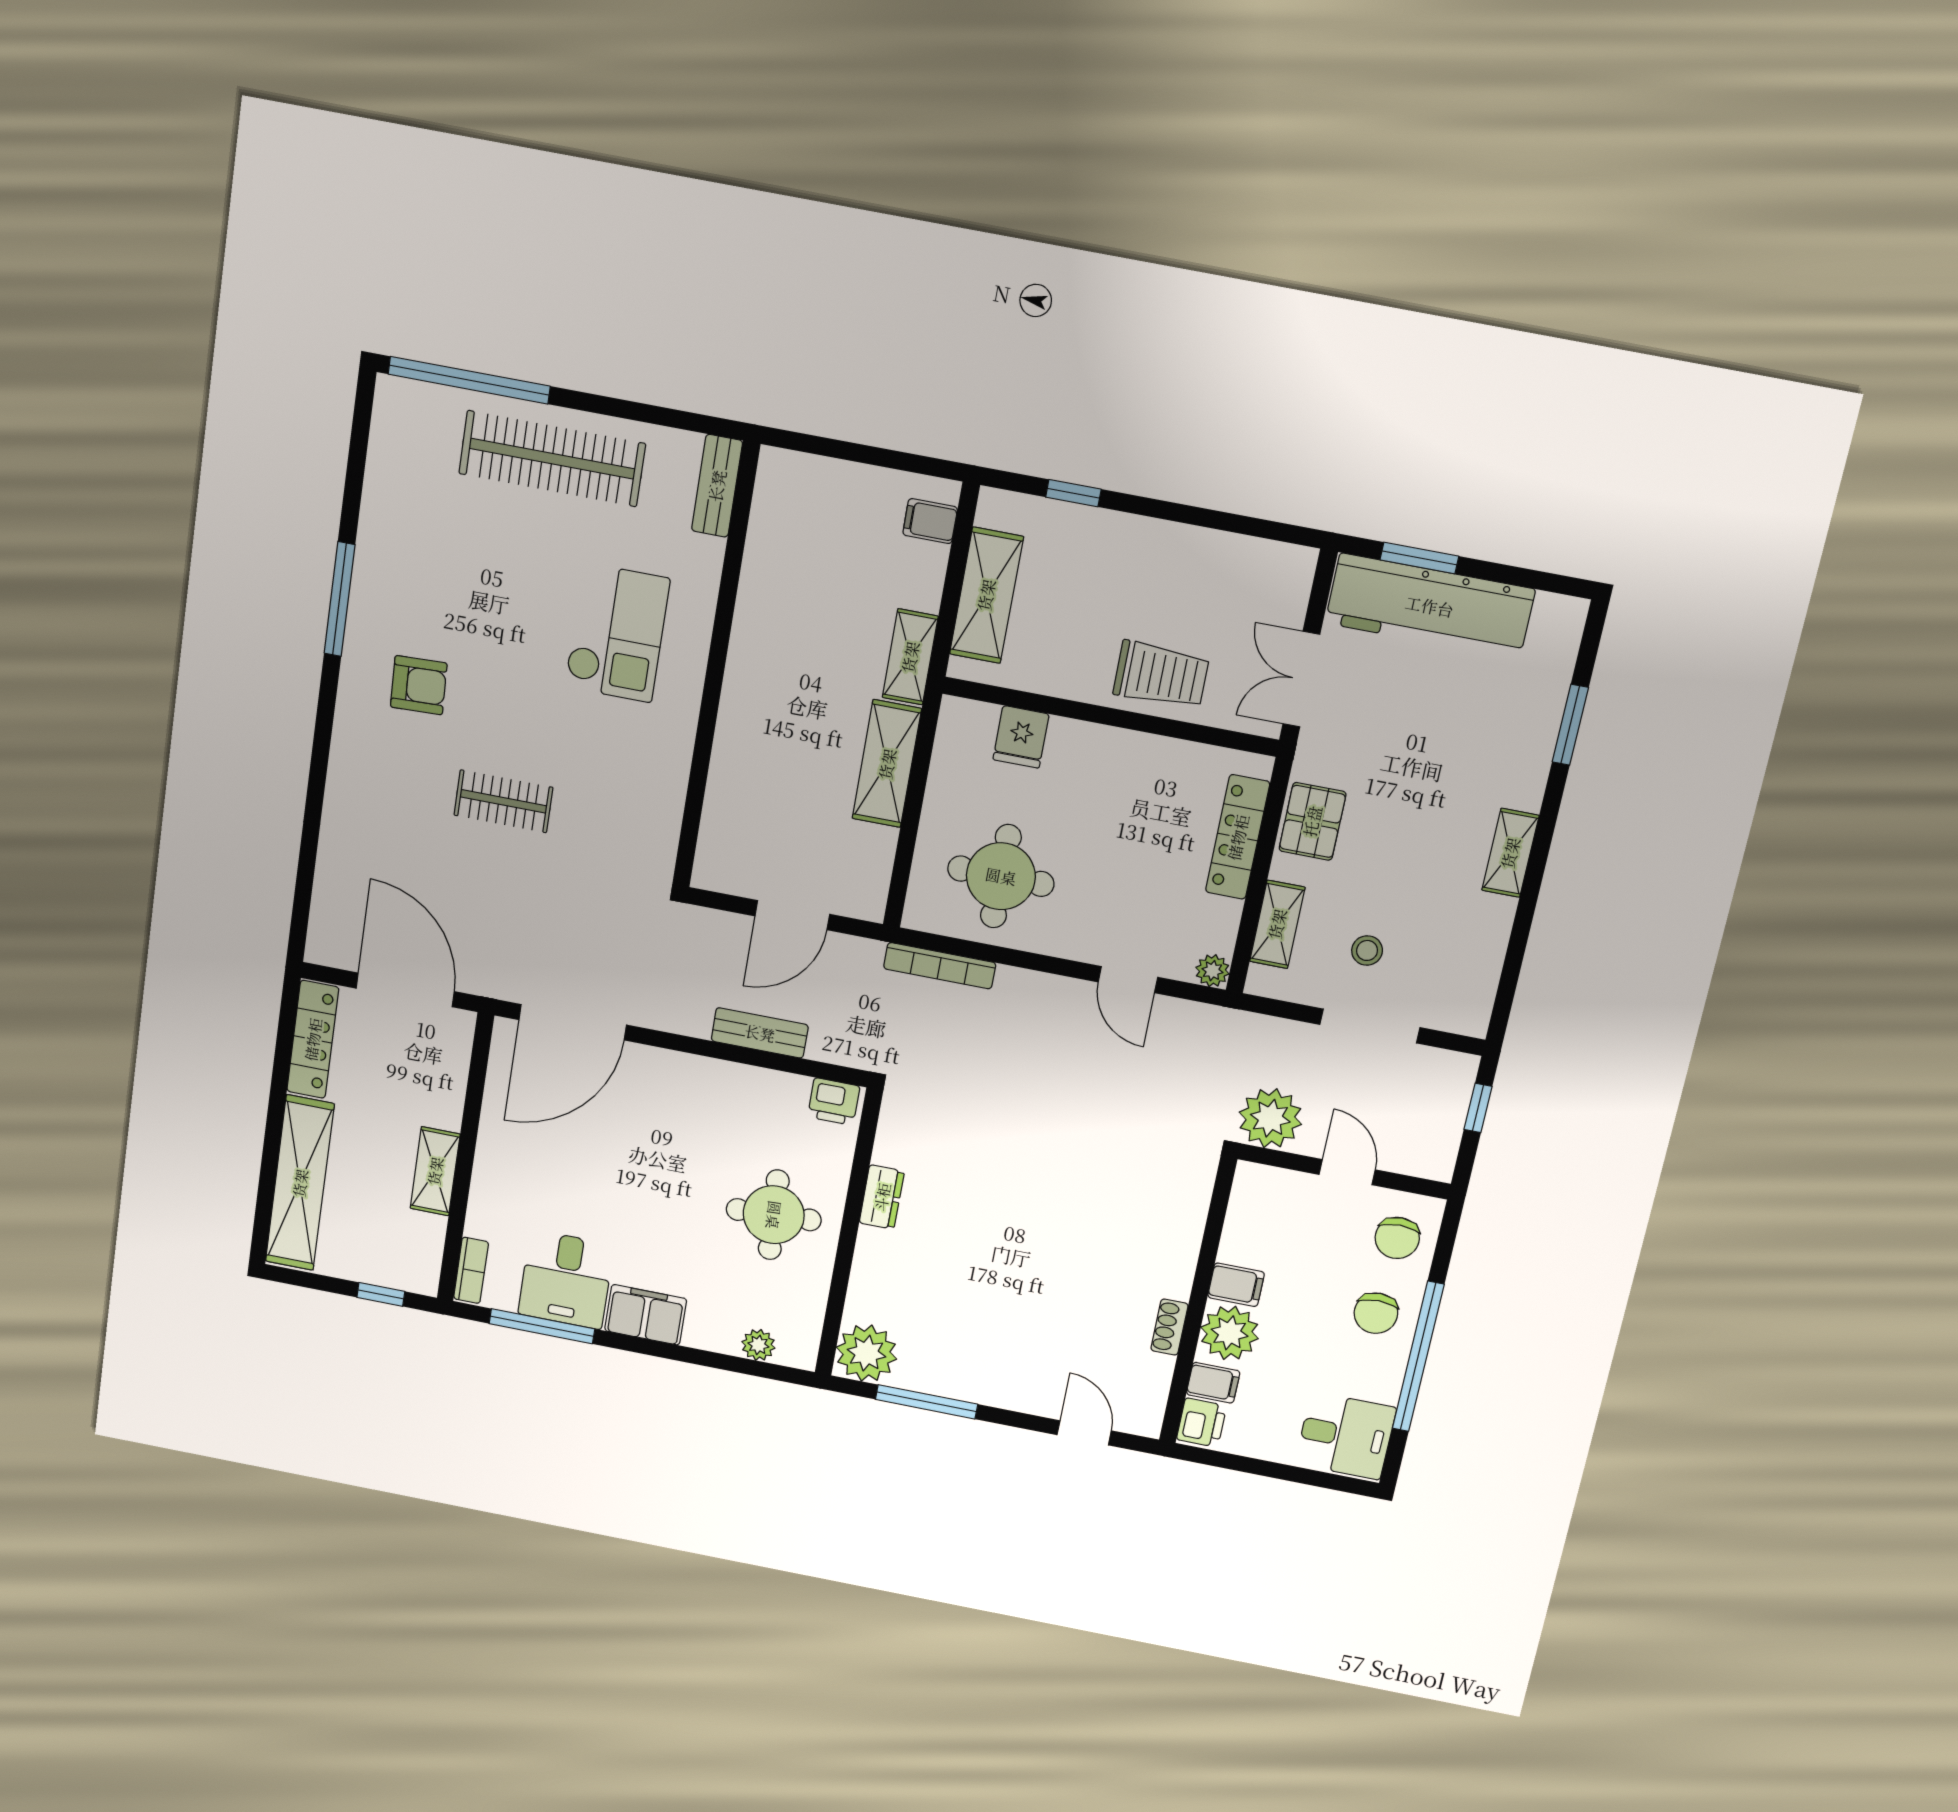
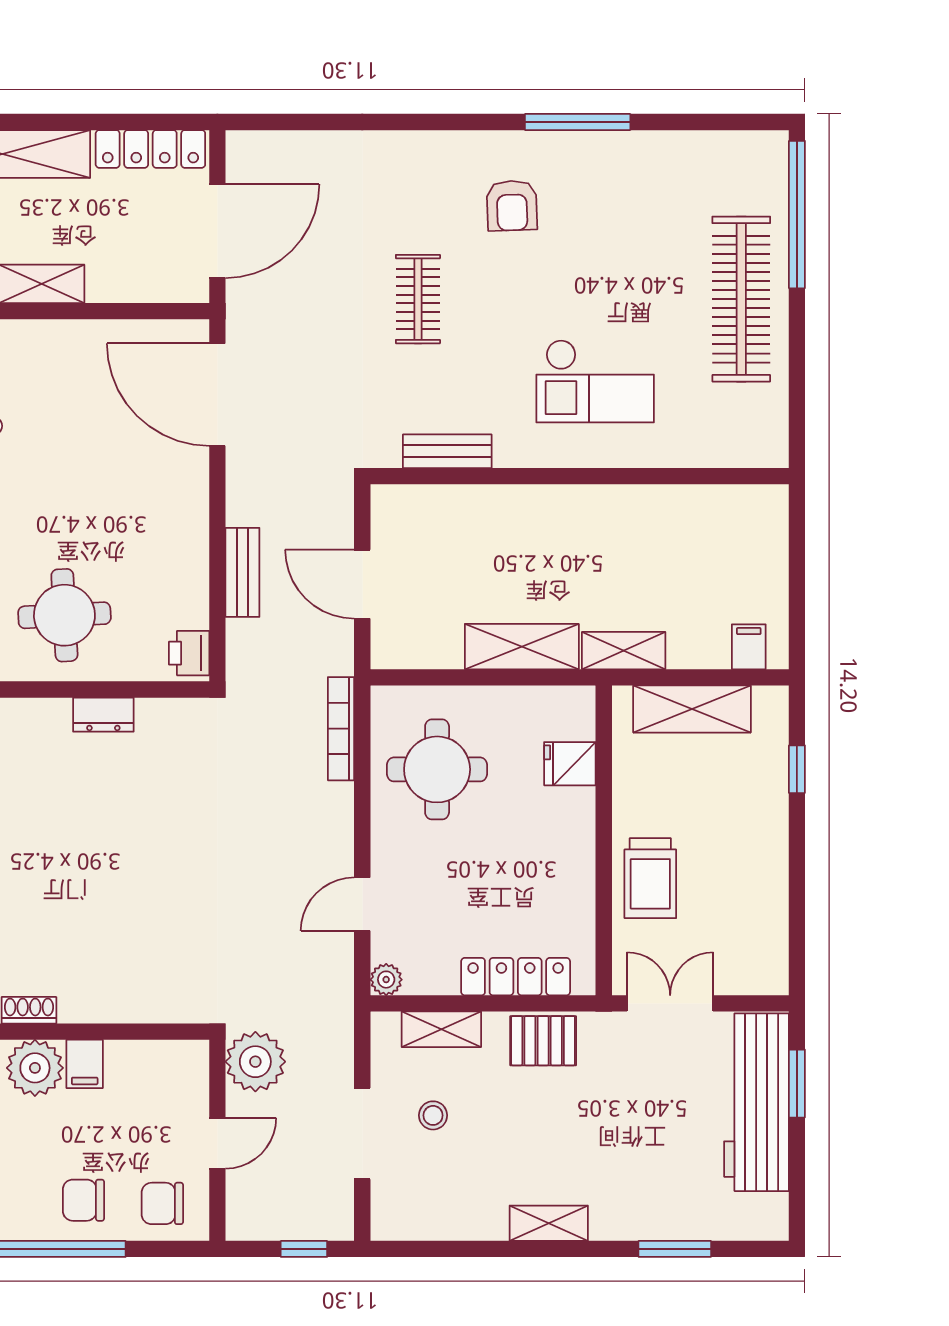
bench: (717, 486) -> (447, 451), moved

